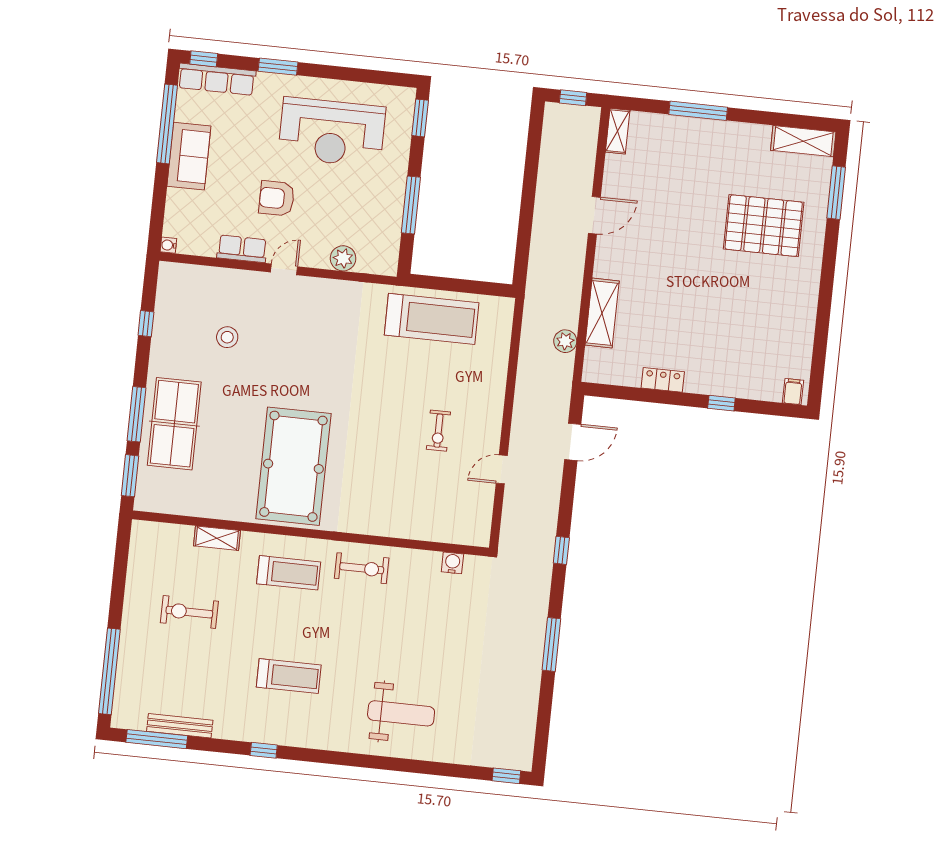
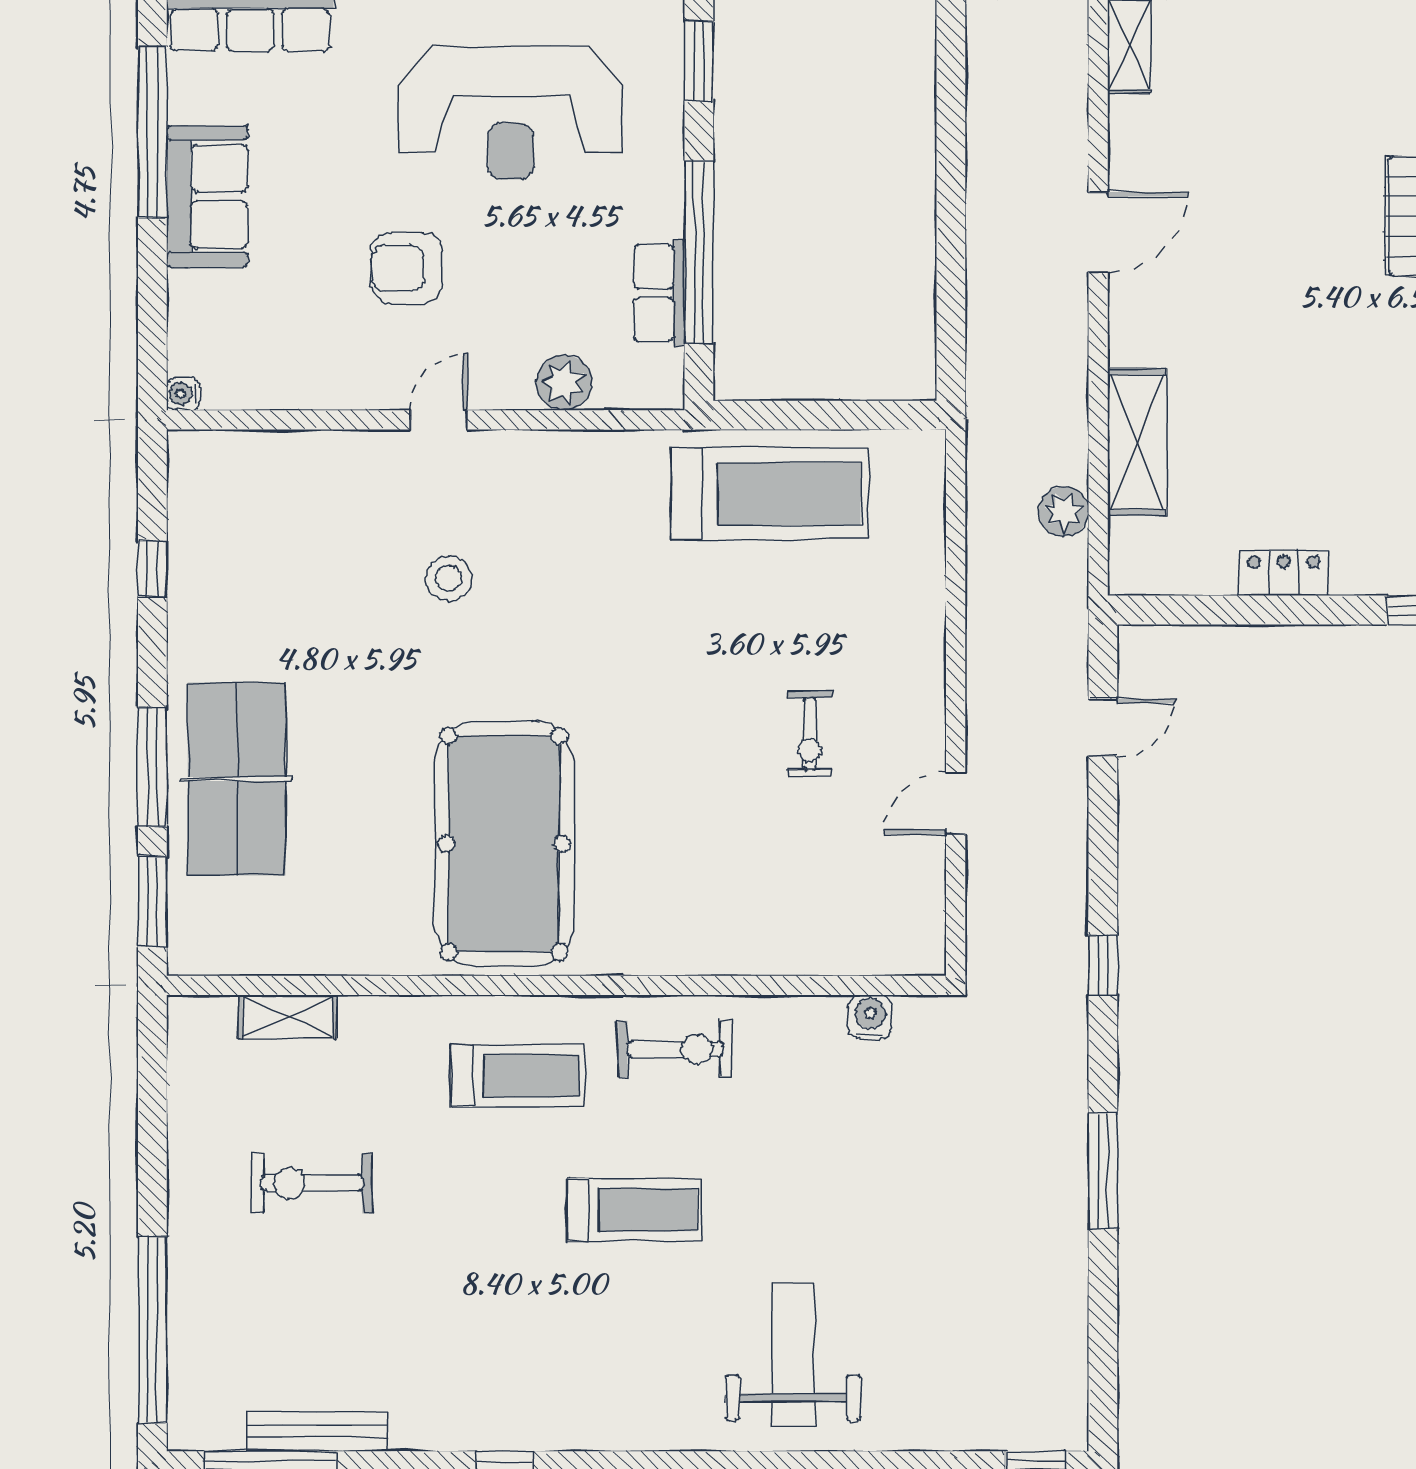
window: (411, 205) -> (699, 252), width x1.46
row of seats: (242, 249) -> (659, 293), moved, turned -90
stool: (227, 337) -> (449, 578), moved
door: (573, 442) -> (1103, 728), width x0.73
shelving: (217, 538) -> (288, 1017), moved
treadmill: (289, 676) -> (635, 1210), moved
weight bench: (401, 713) -> (793, 1354), turned -90

